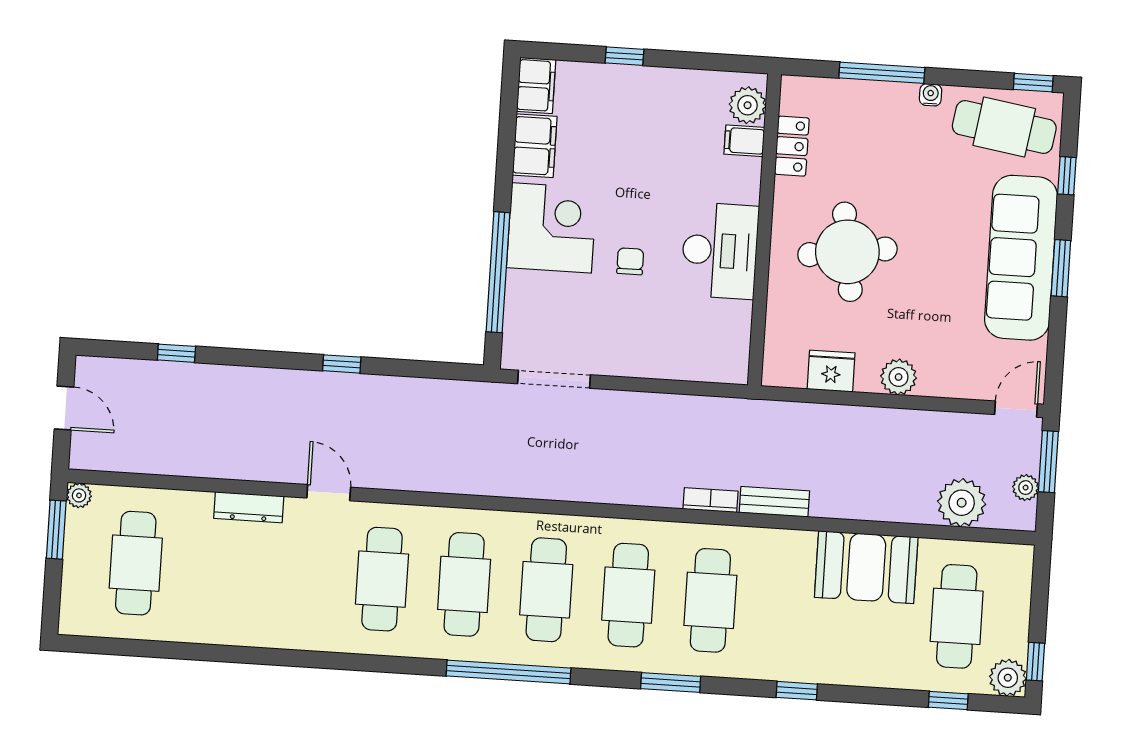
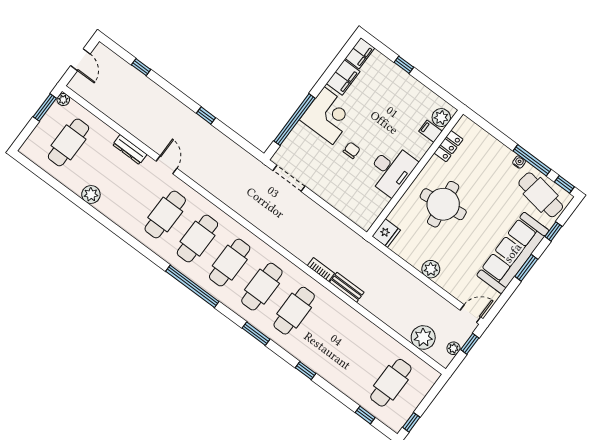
window: (882, 73) -> (532, 160), moved
fridge: (831, 371) -> (386, 233), moved, turned 90
window: (1048, 462) -> (470, 344), width x0.67
booth: (866, 567) -> (367, 339), removed
plant: (1008, 678) -> (91, 195), moved

